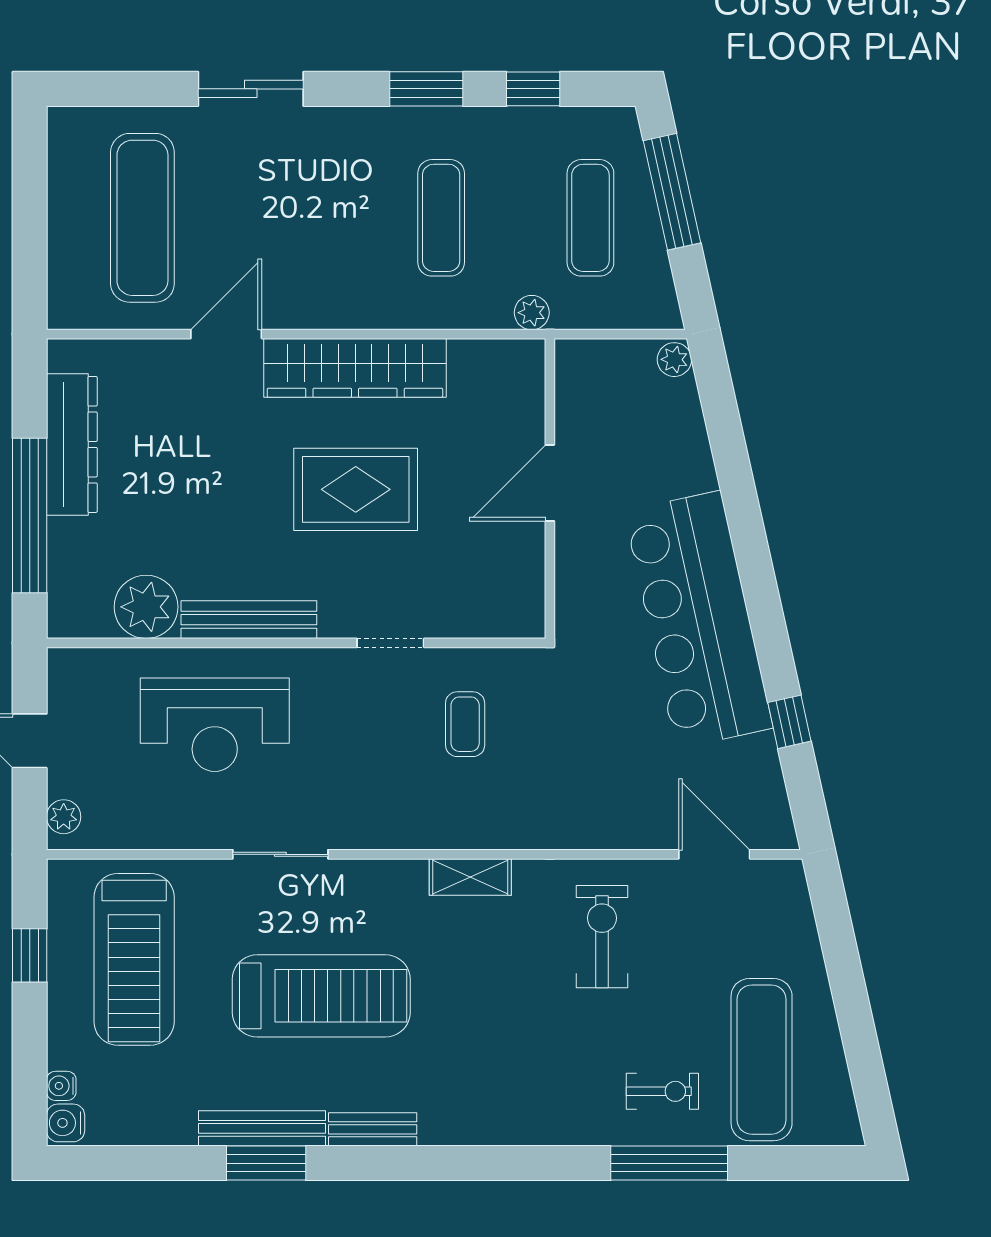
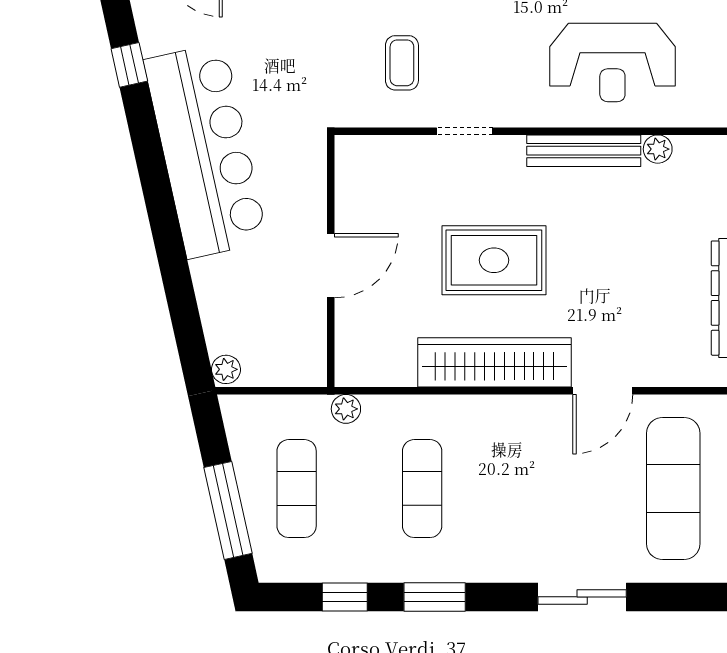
plant: (146, 607) -> (658, 149), width x0.53, depth x0.53
reception desk: (215, 725) -> (612, 62), turned 180

